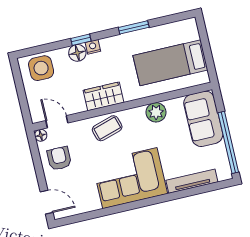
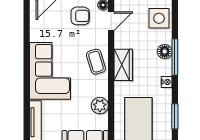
window: (134, 27) -> (175, 116), moved
window: (81, 40) -> (175, 57), width x2.17
nightstand: (93, 47) -> (167, 82), moved

